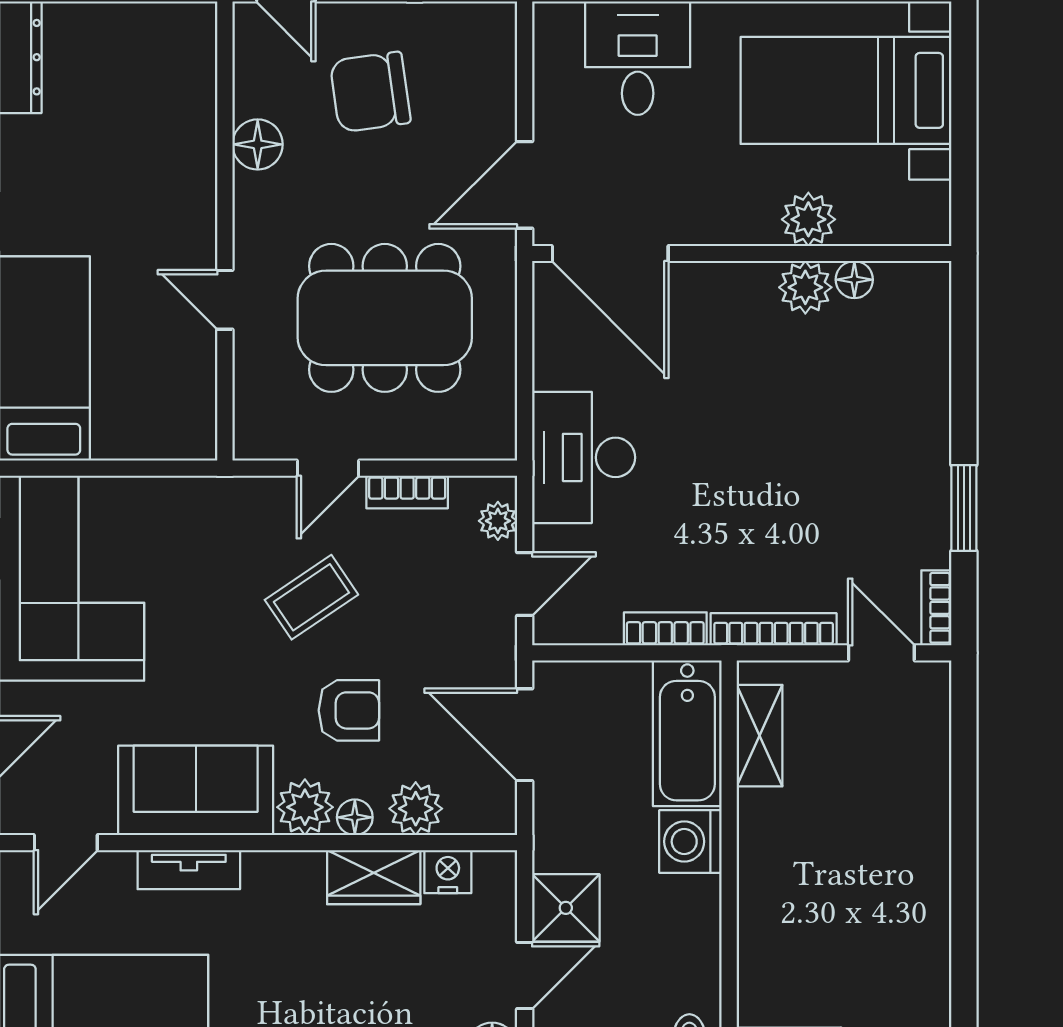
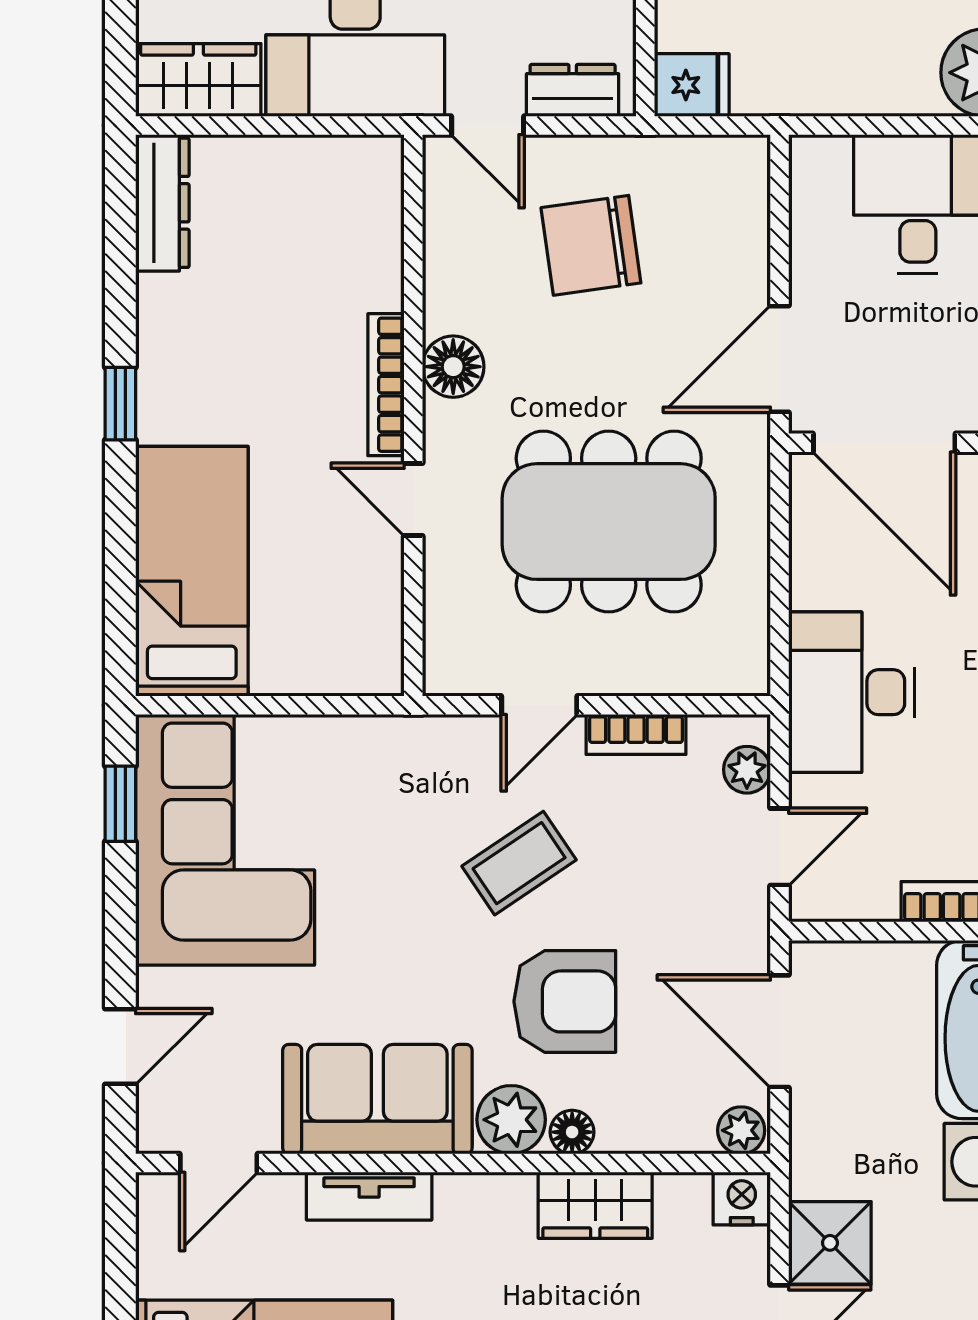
floor lamp: (258, 144) -> (453, 367), moved
bookcase: (203, 206) -> (386, 385), added
armchair: (349, 710) -> (565, 1001), width x1.38, depth x1.38
plant: (416, 809) -> (741, 1130), moved, width x0.73, depth x0.73
nightstand: (448, 872) -> (742, 1199), moved

